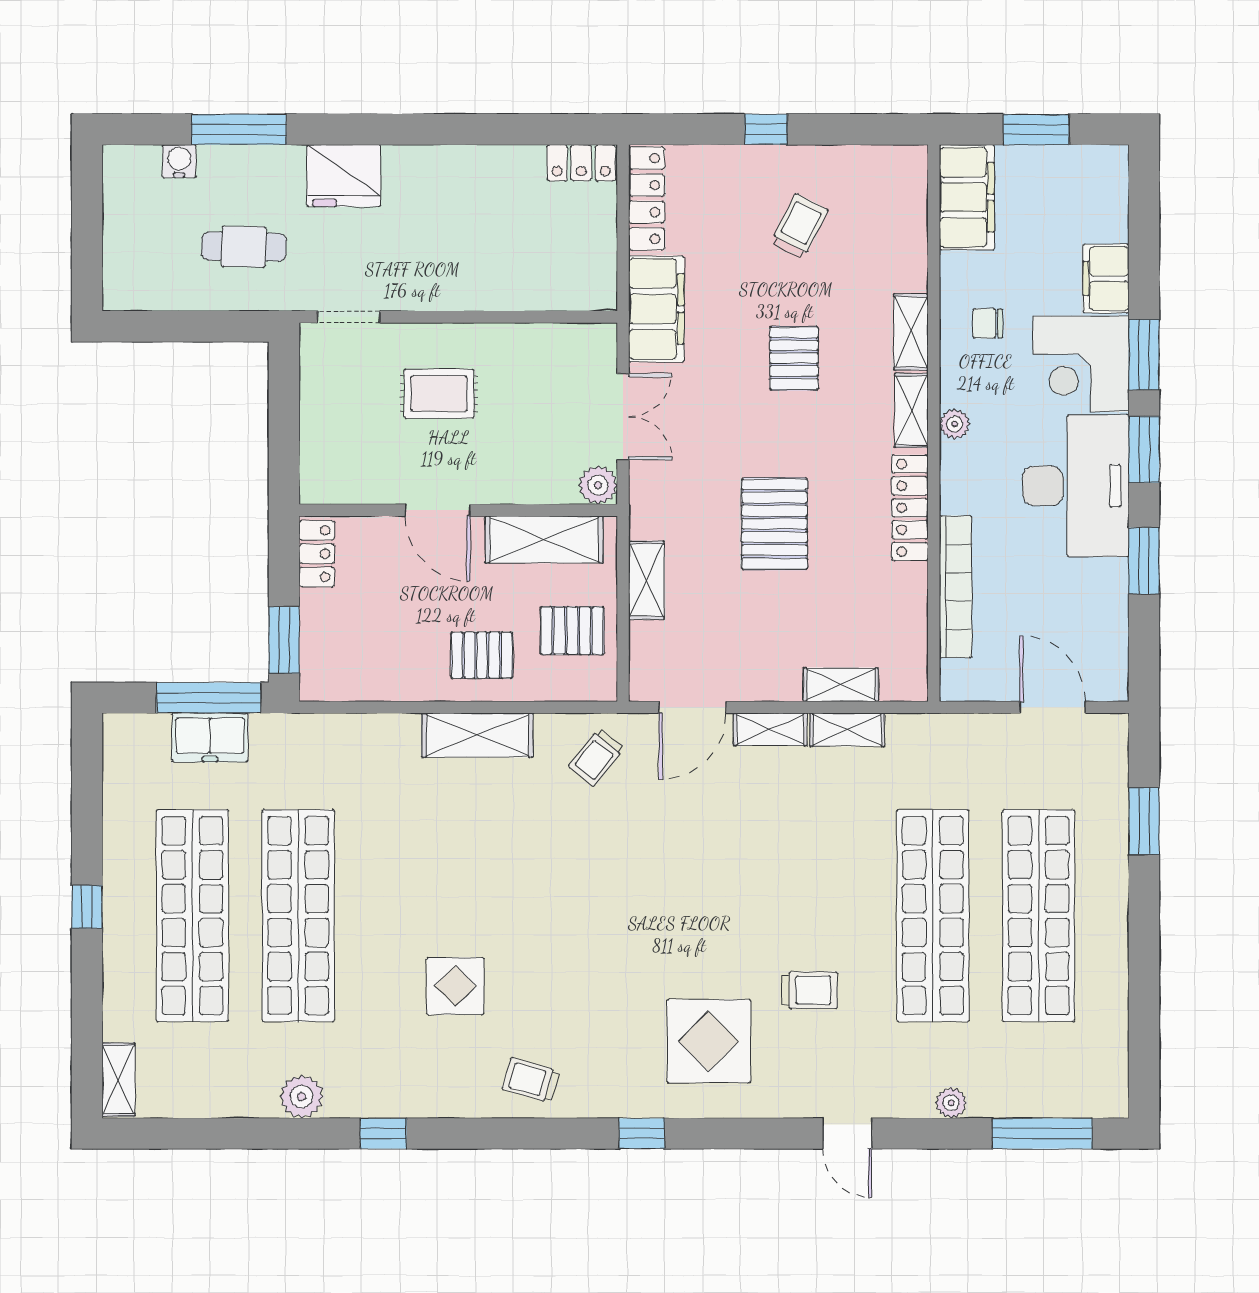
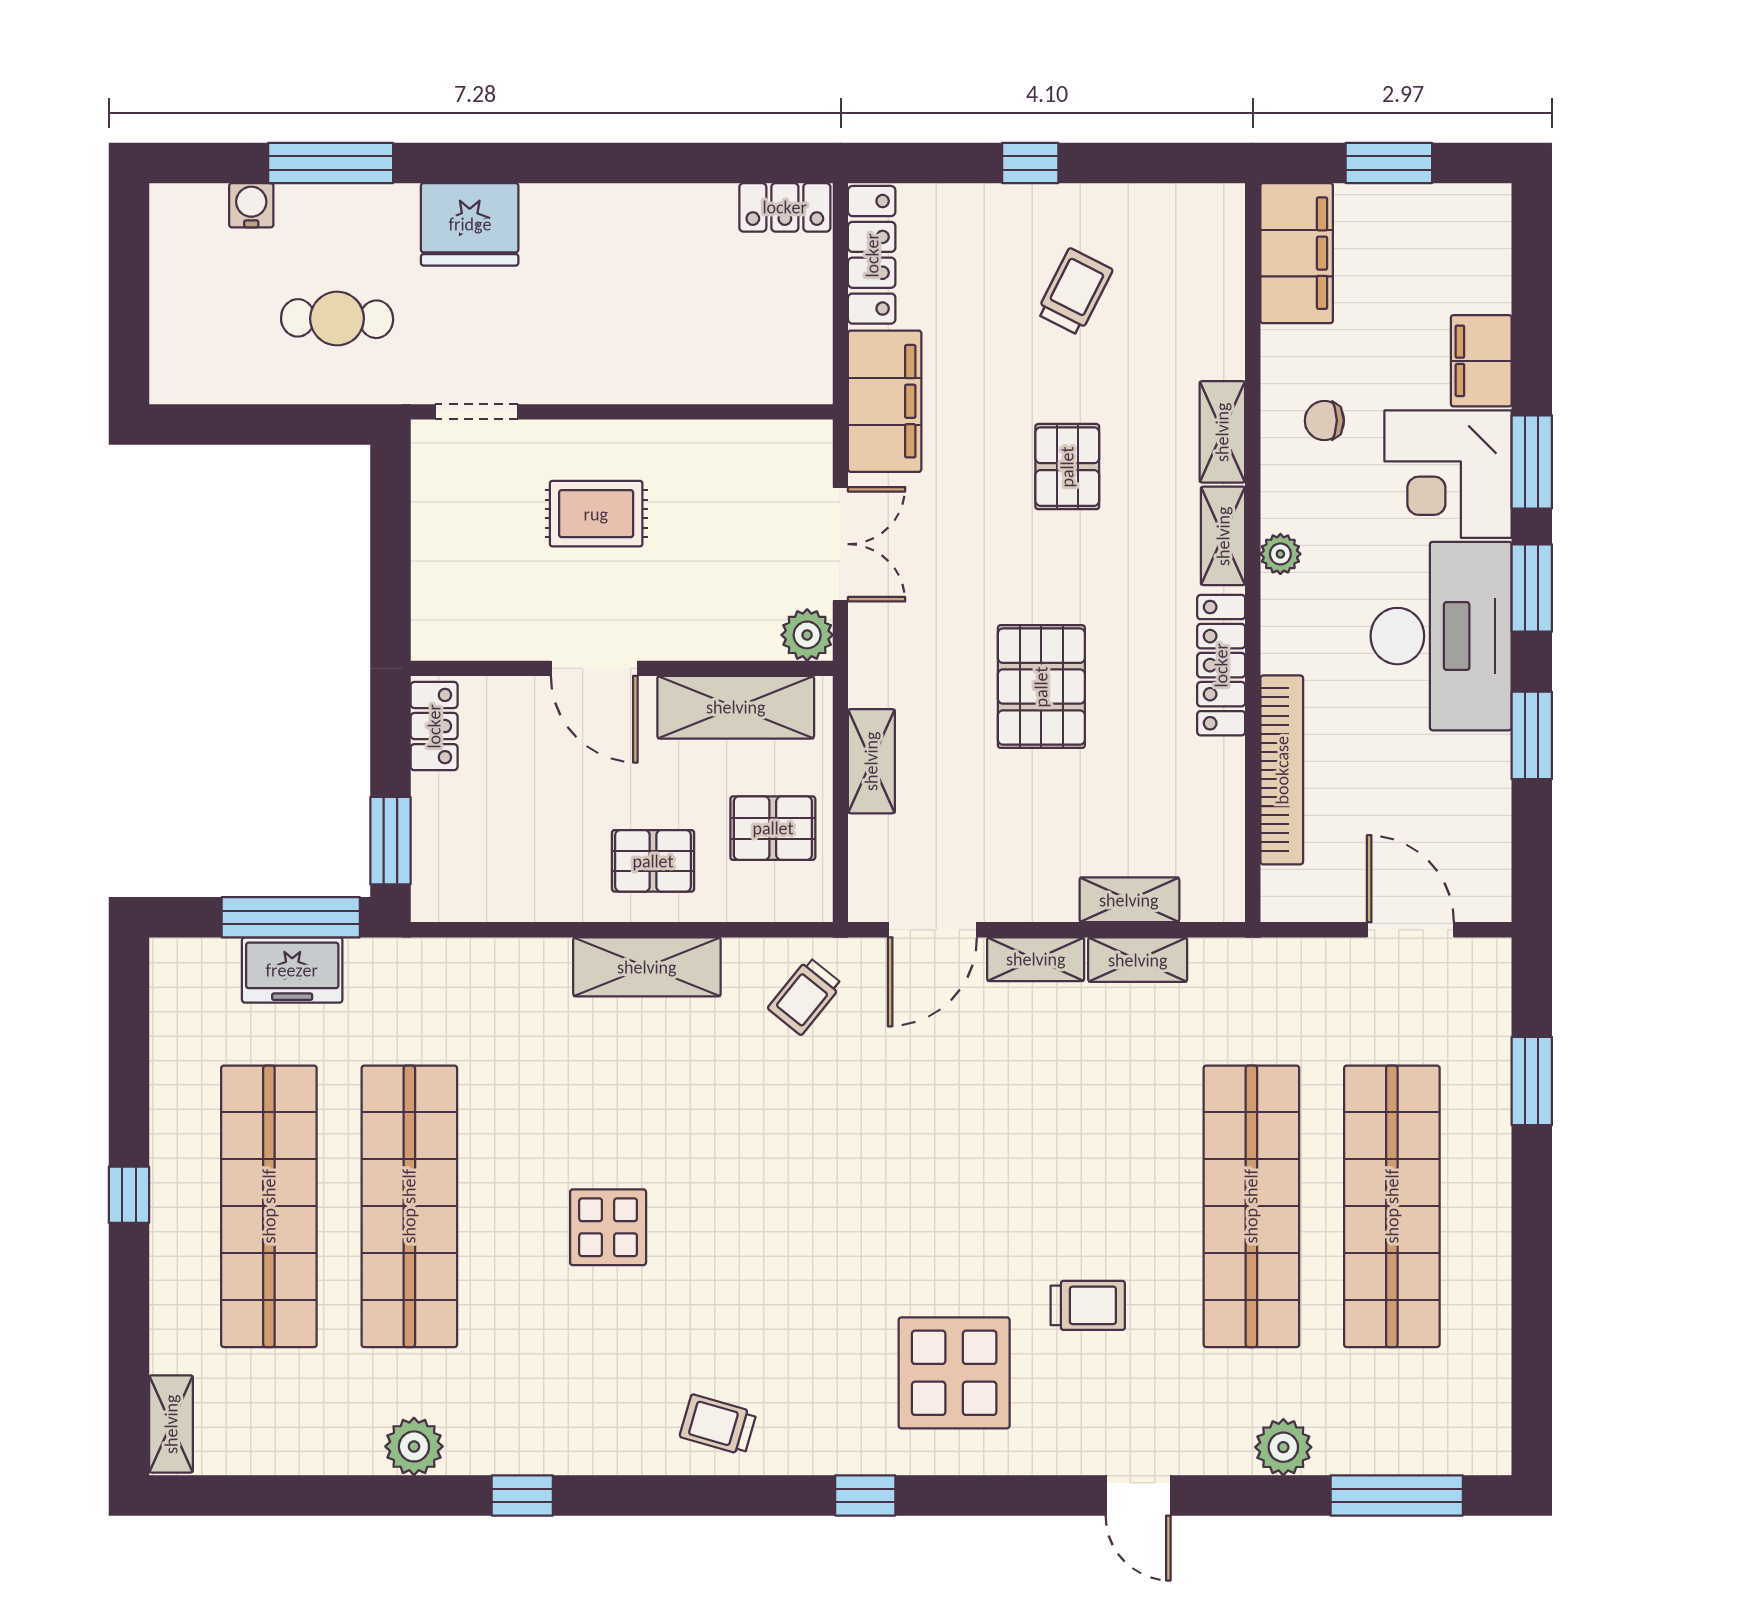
display table: (455, 986) -> (608, 1227), moved
plant: (951, 1103) -> (1283, 1447), width x1.38, depth x1.38

